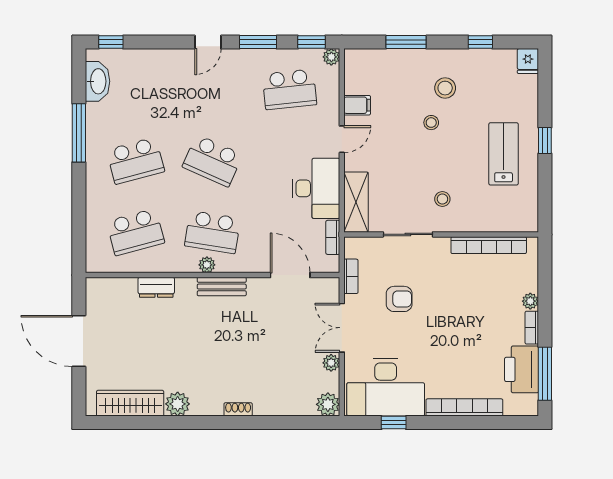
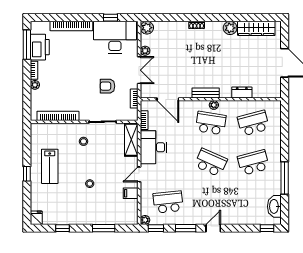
stool: (445, 88) -> (82, 203), removed

